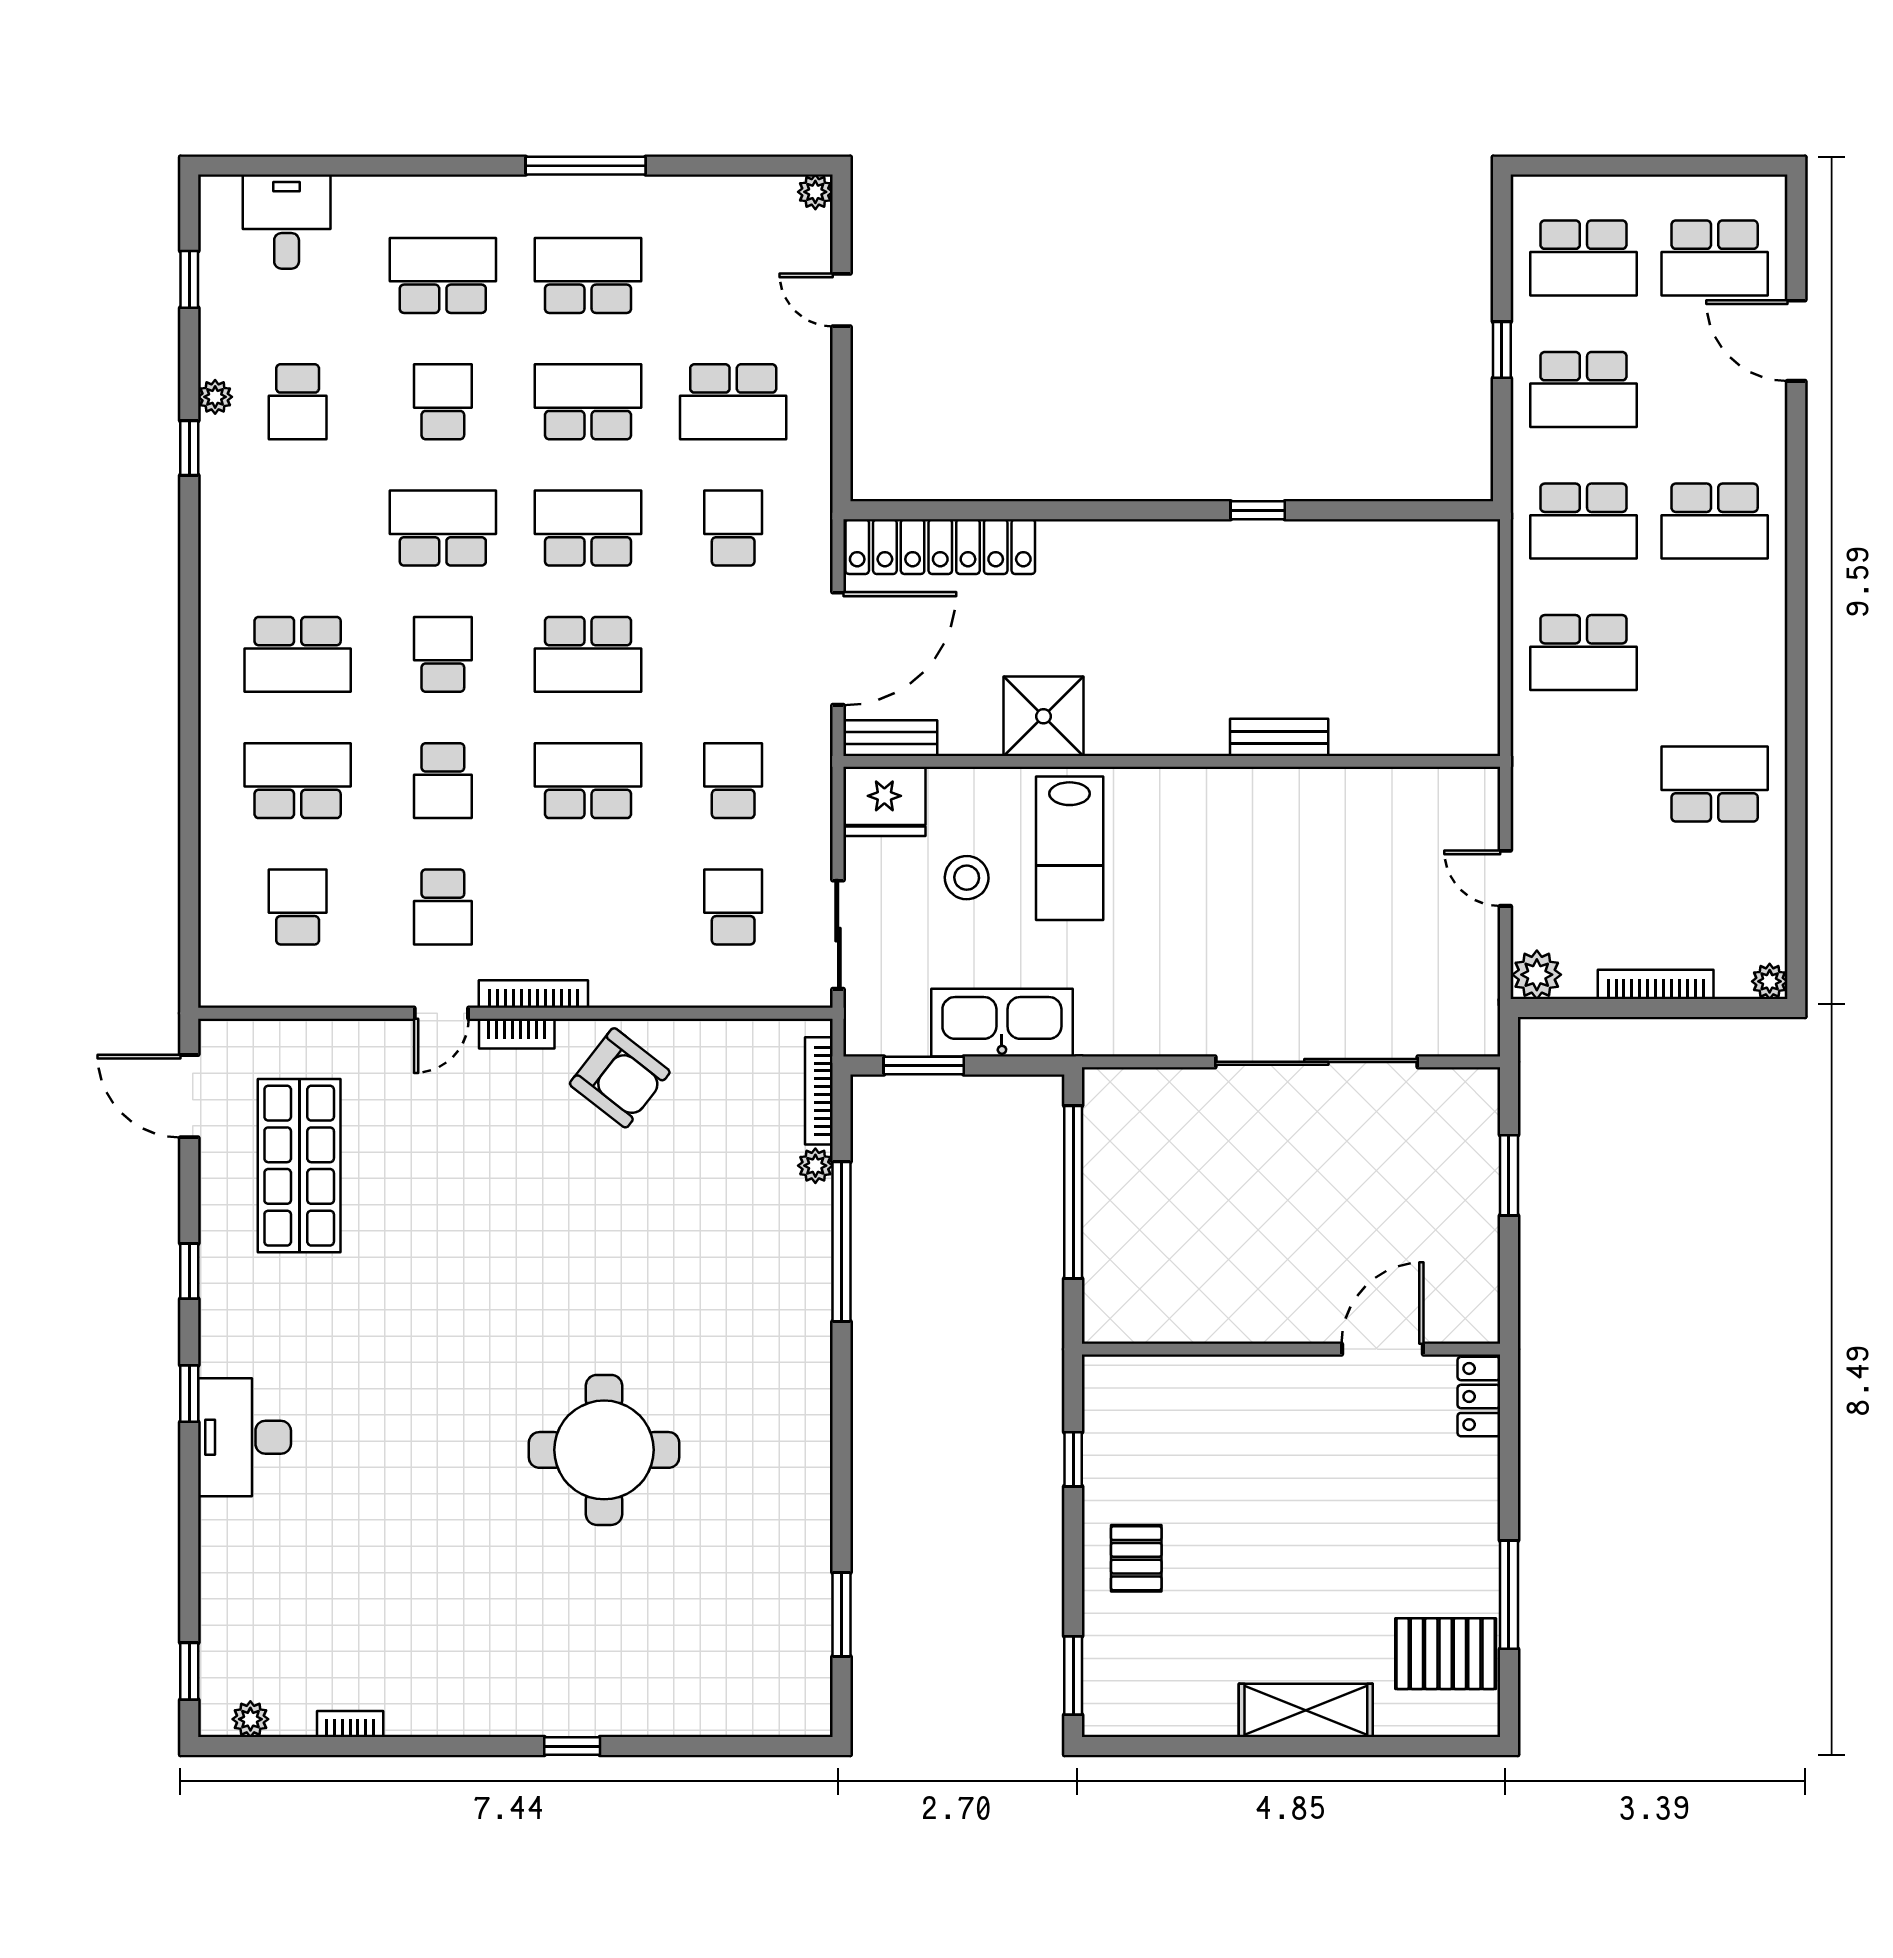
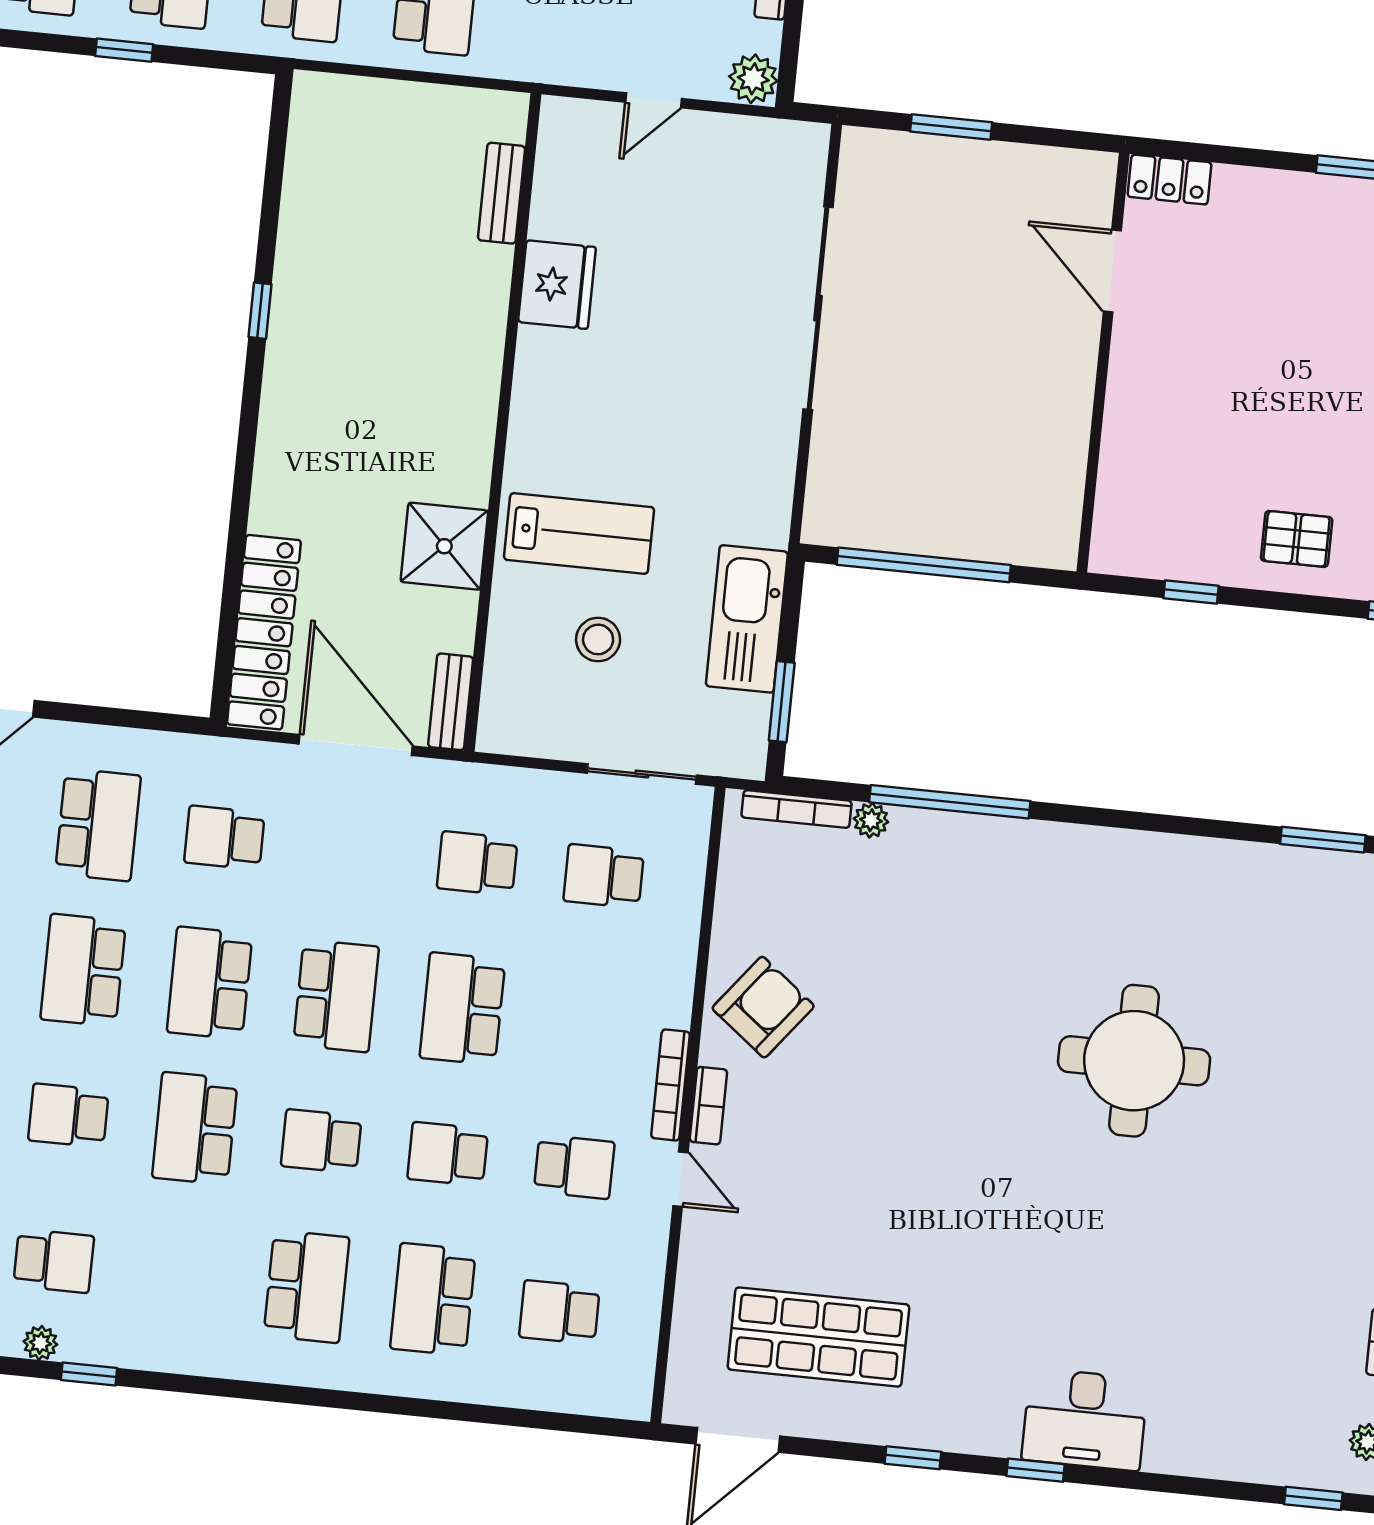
bench: (1279, 737) -> (502, 193), moved
school desk: (443, 781) -> (448, 1154), turned 180
fridge: (884, 801) -> (557, 285), moved

